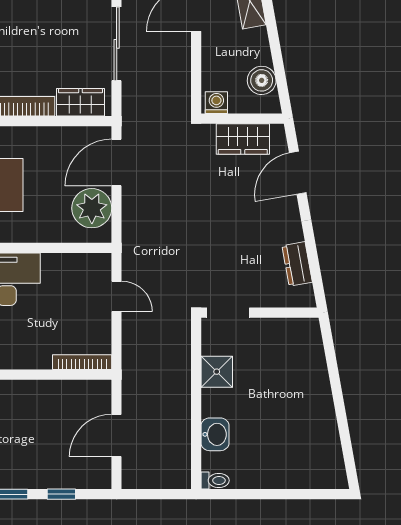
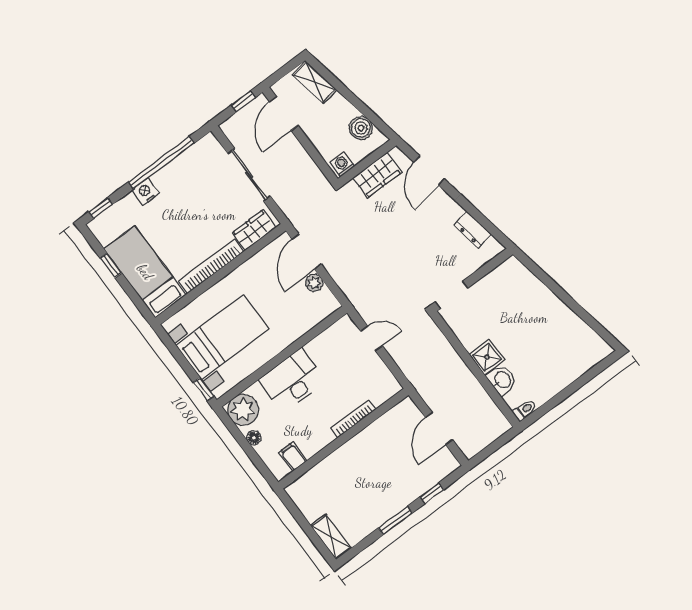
plant: (92, 208) -> (314, 283), width x0.53, depth x0.53
bookcase: (82, 362) -> (353, 419), moved
shower: (217, 372) -> (487, 357), moved

